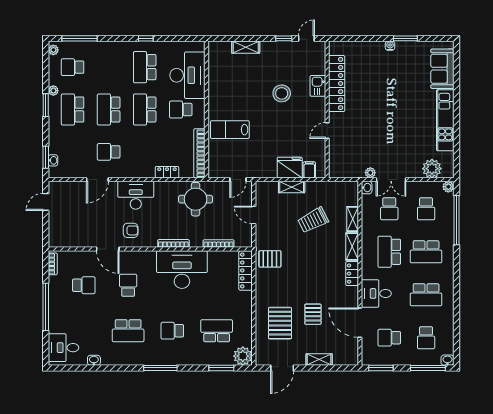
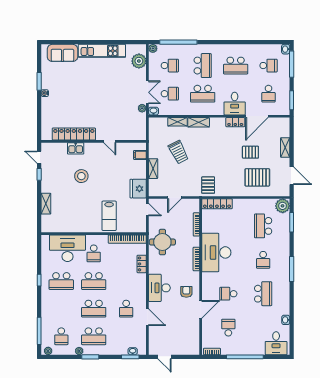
fridge: (290, 168) -> (138, 189), moved
locker: (352, 274) -> (235, 122), moved
school desk: (426, 295) -> (236, 66), turned 90

